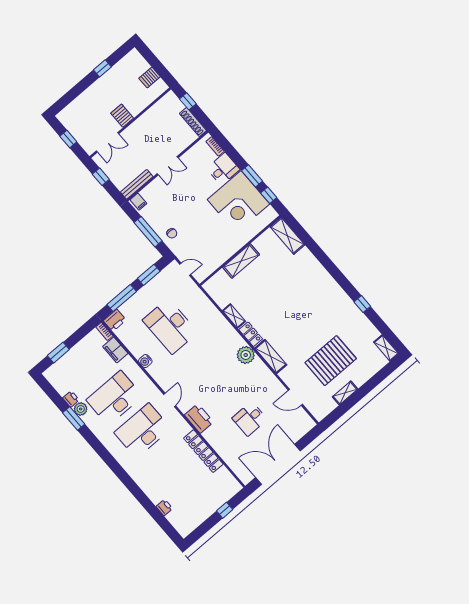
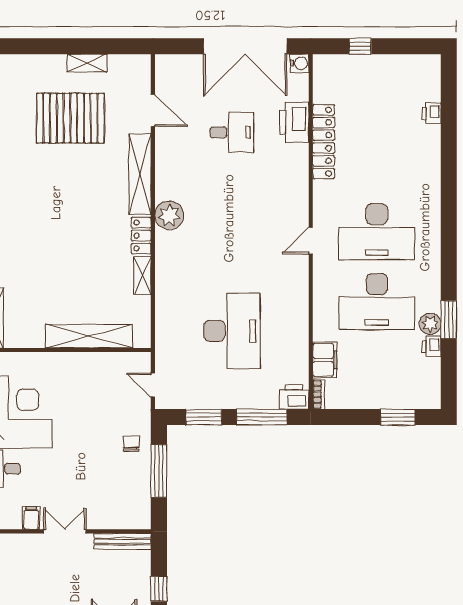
filing cabinet: (138, 202) -> (31, 518), moved
shelving: (241, 261) -> (89, 336), width x1.47
shelving: (271, 356) -> (140, 174), width x1.47
water cooler: (145, 361) -> (300, 63), moved
printer: (199, 418) -> (294, 122), moved

